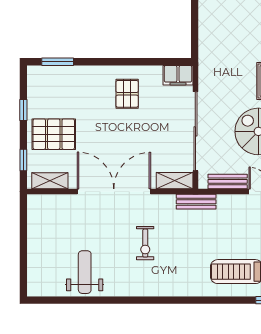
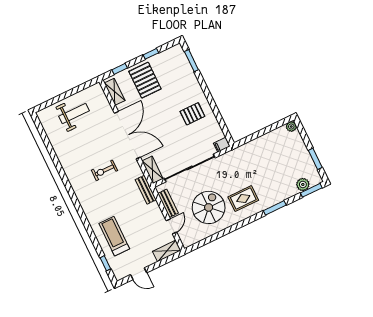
filing cabinet: (178, 75) -> (222, 145), width x0.50
weight bench: (85, 272) -> (74, 113), moved

